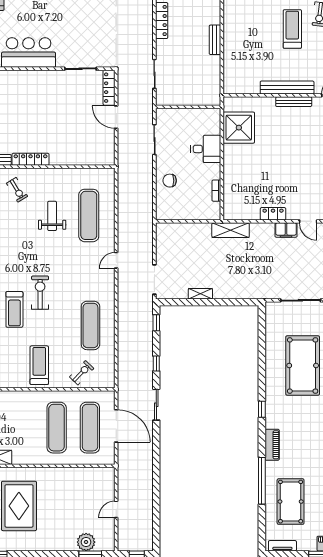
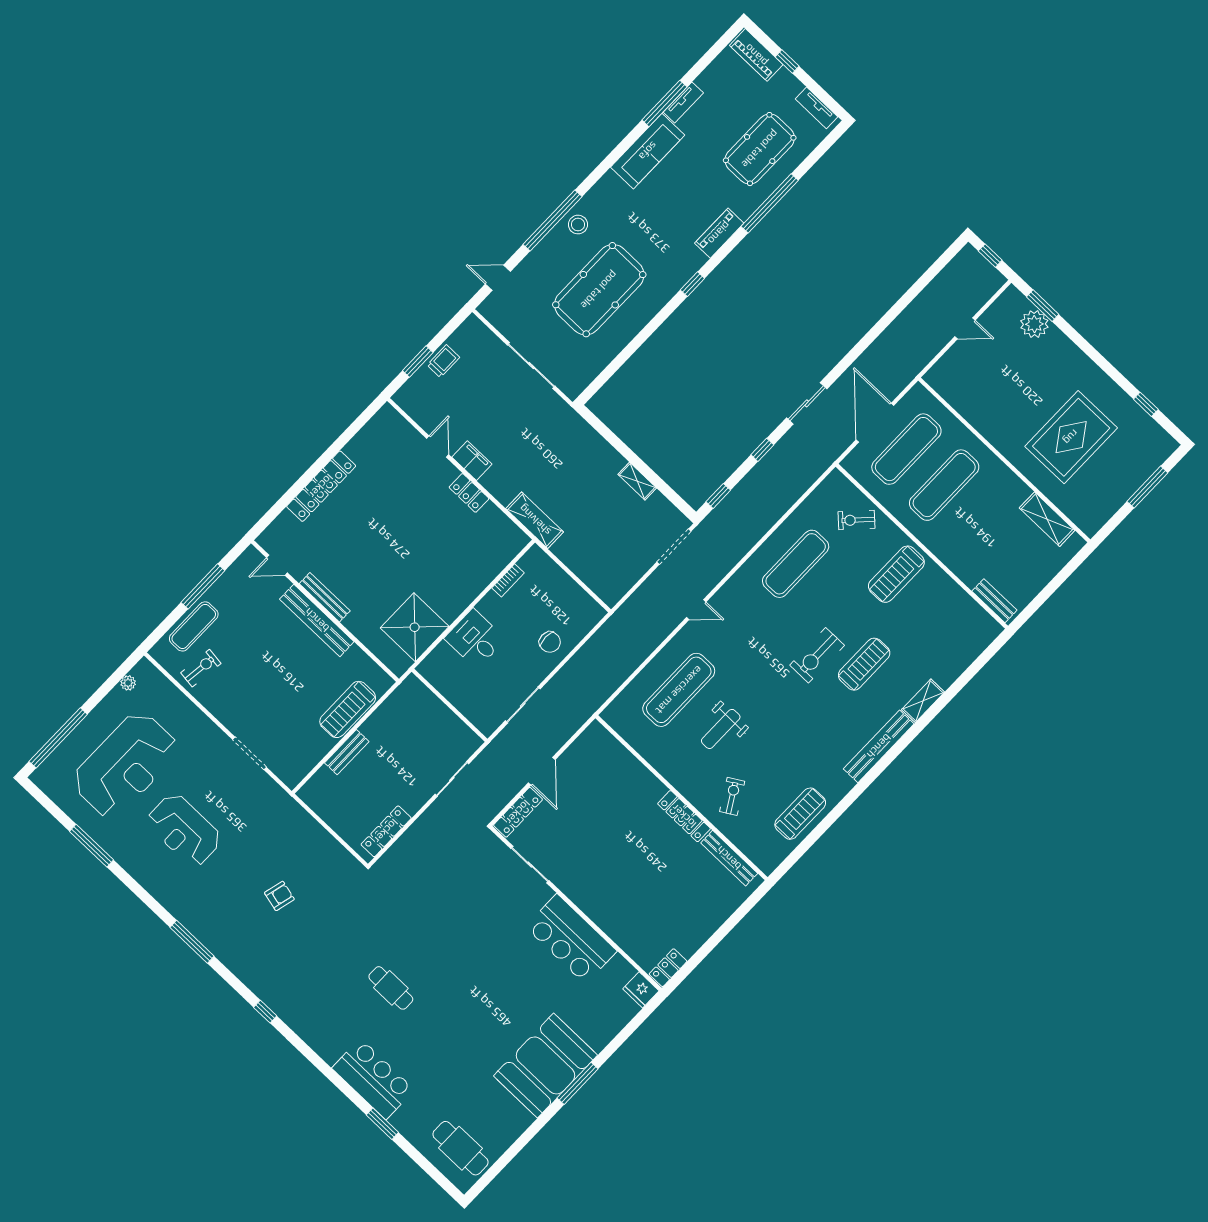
treadmill: (292, 29) -> (348, 709), moved

